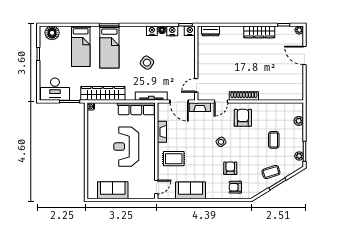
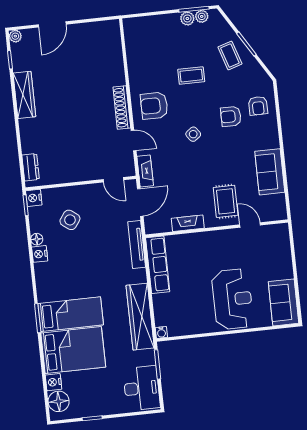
nightstand: (172, 31) -> (54, 382), moved
bed: (81, 46) -> (73, 350), width x1.50
side table: (147, 63) -> (70, 220), moved
plant: (299, 121) -> (187, 18), moved
coffee table: (274, 140) -> (191, 76), moved
reception desk: (126, 147) -> (232, 299), moved, turned -90
door: (156, 187) -> (250, 225), moved
sofa: (113, 190) -> (284, 302), moved

